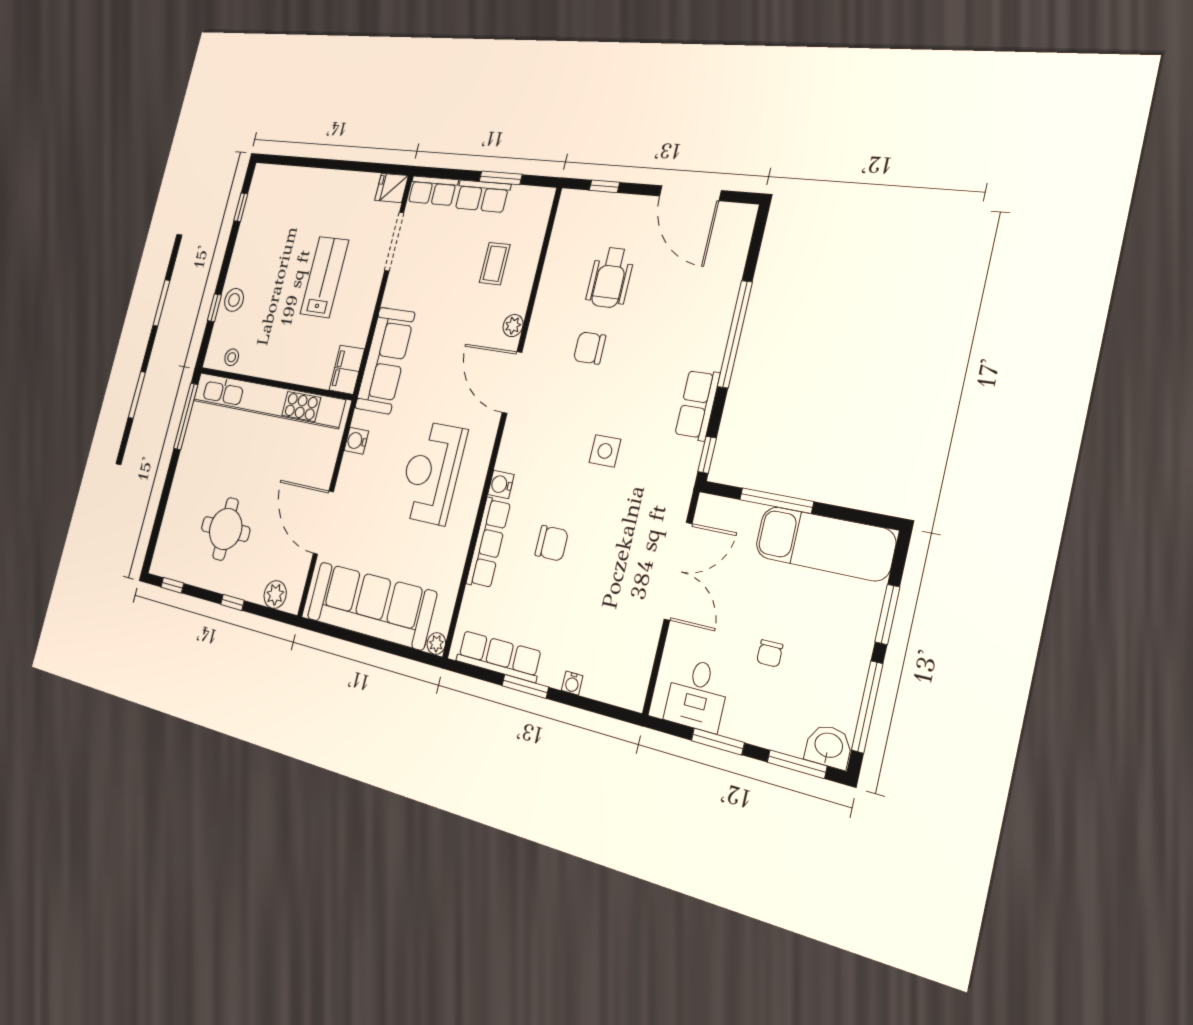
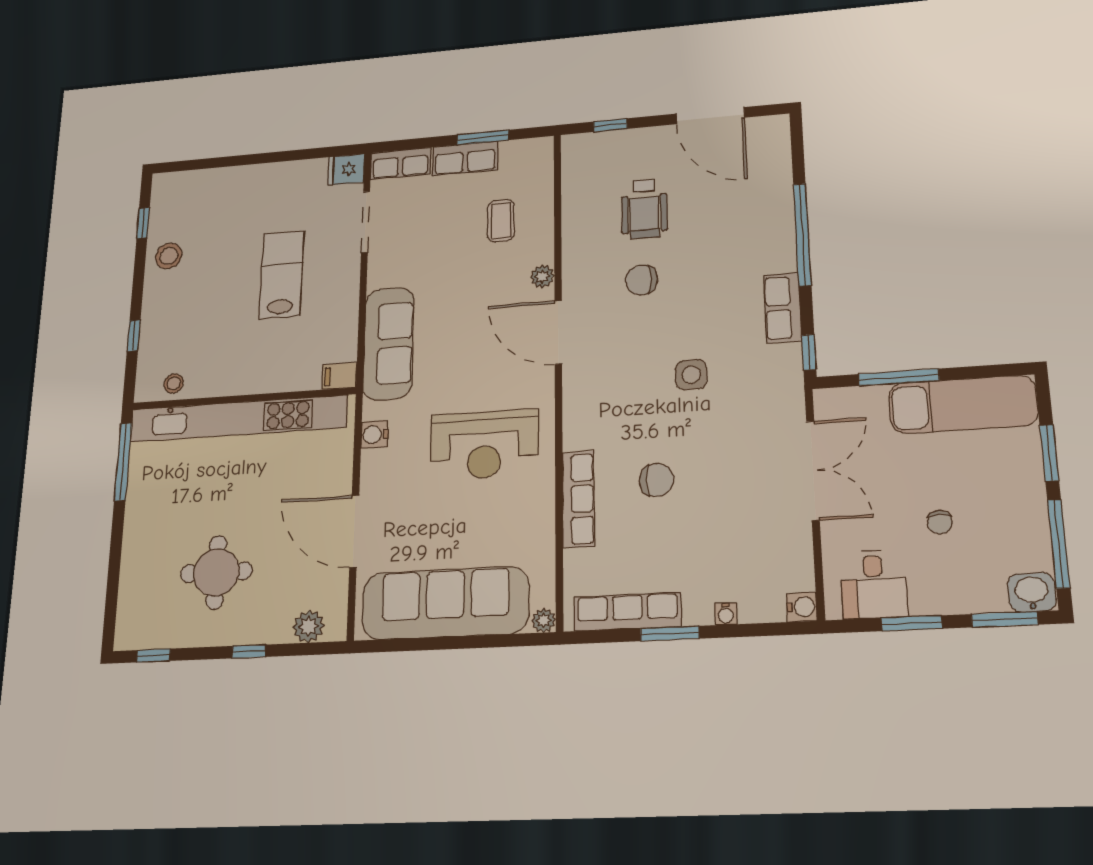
stool: (234, 300) -> (169, 256), moved
filing cabinet: (347, 370) -> (339, 376), width x0.50
reception desk: (432, 473) -> (484, 445), turned -90
water cooler: (501, 484) -> (802, 607), moved, turned 180

